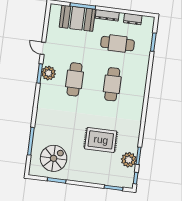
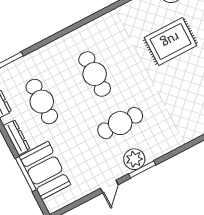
cafe table: (112, 84) -> (95, 74), turned 90
rug: (101, 140) -> (171, 41), turned 90

